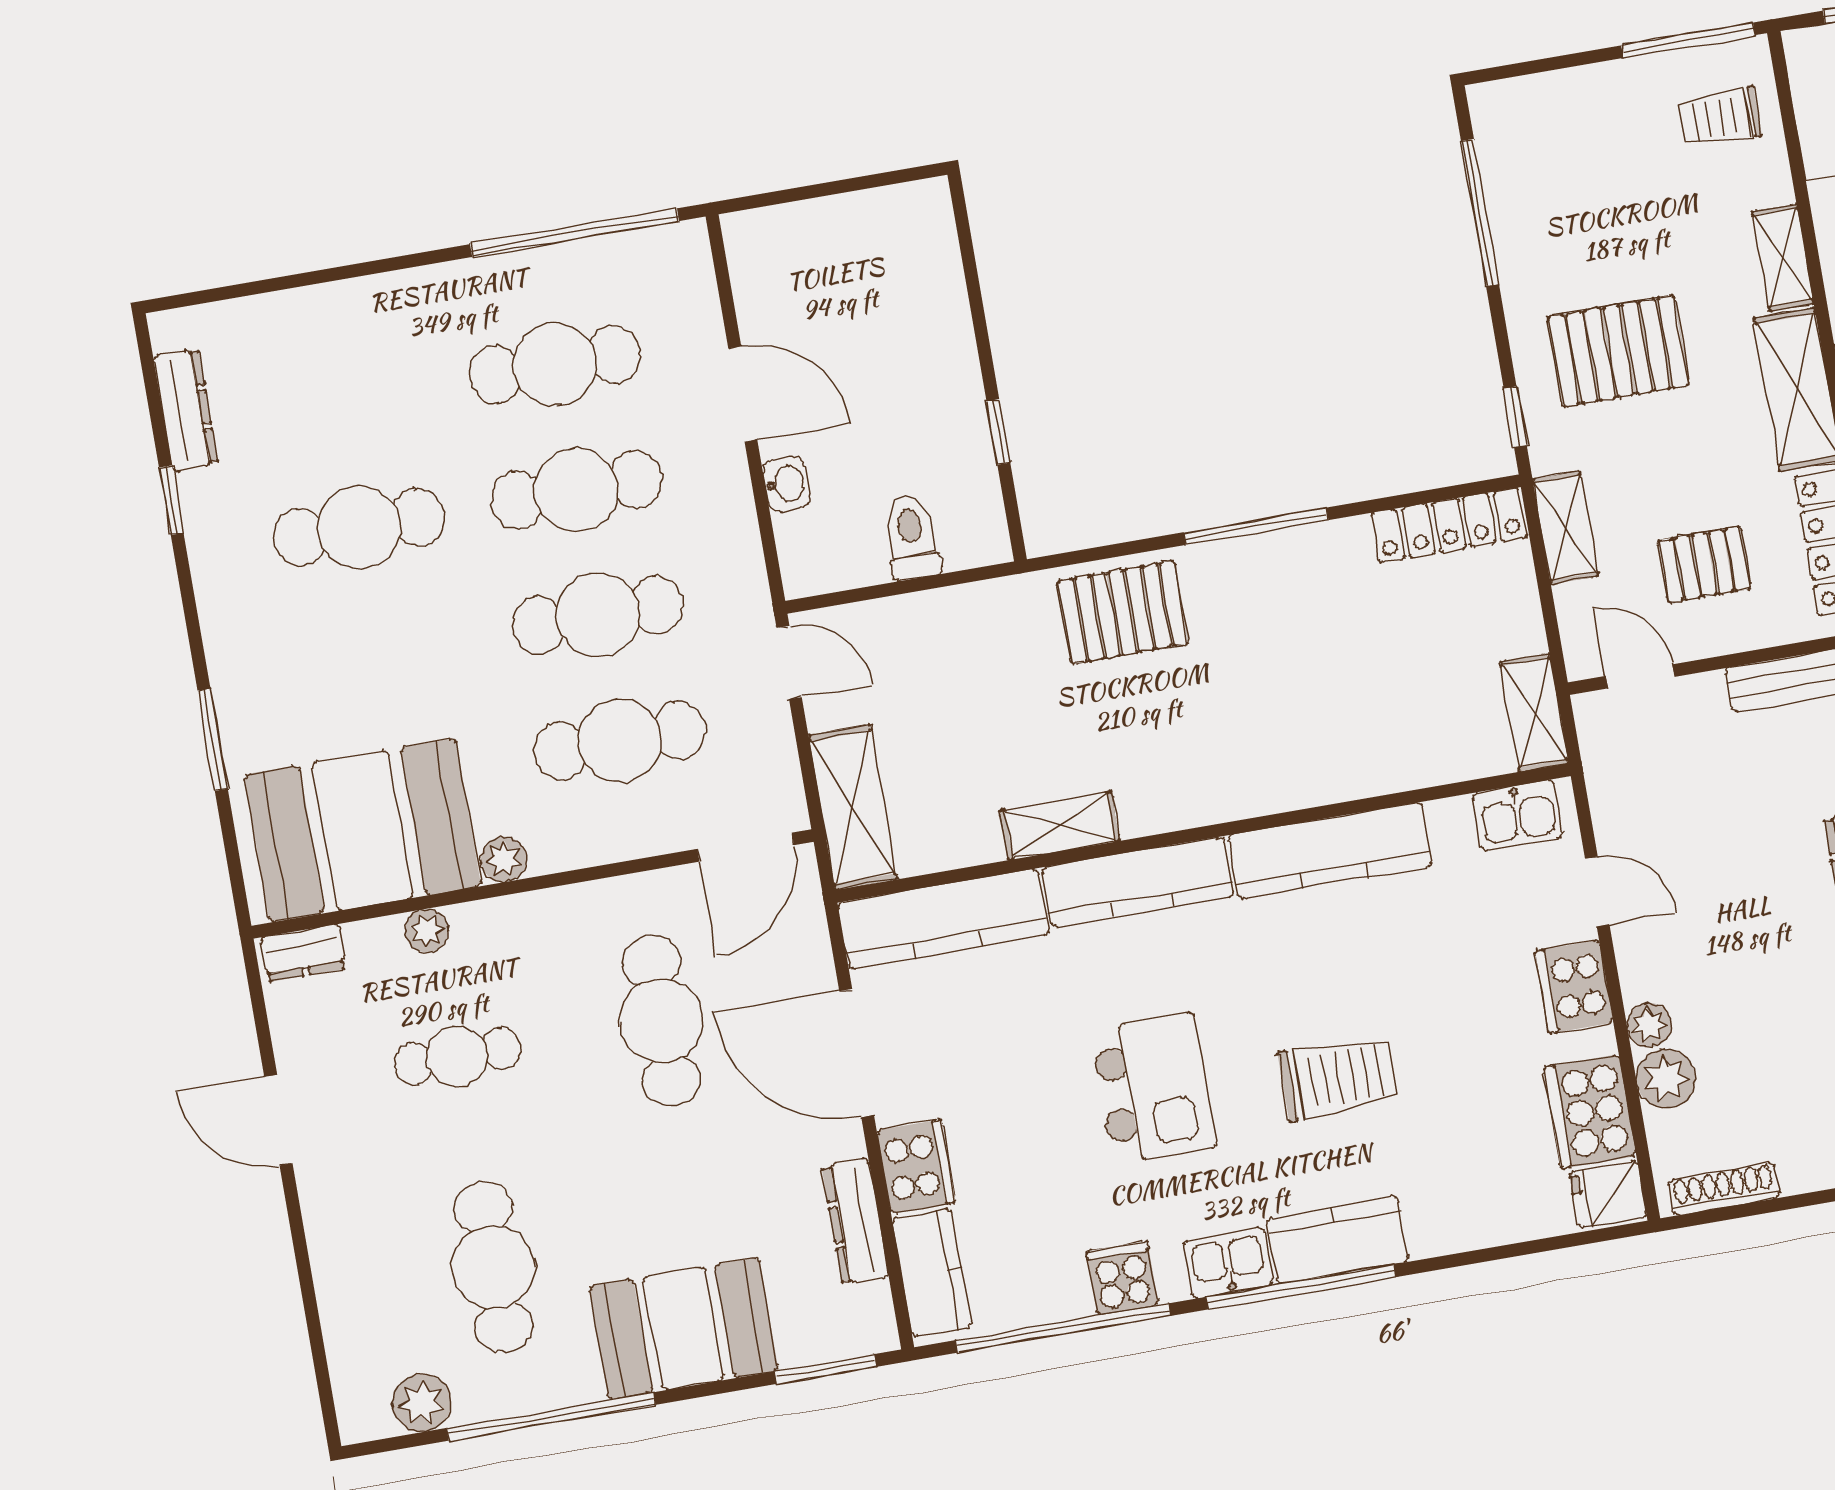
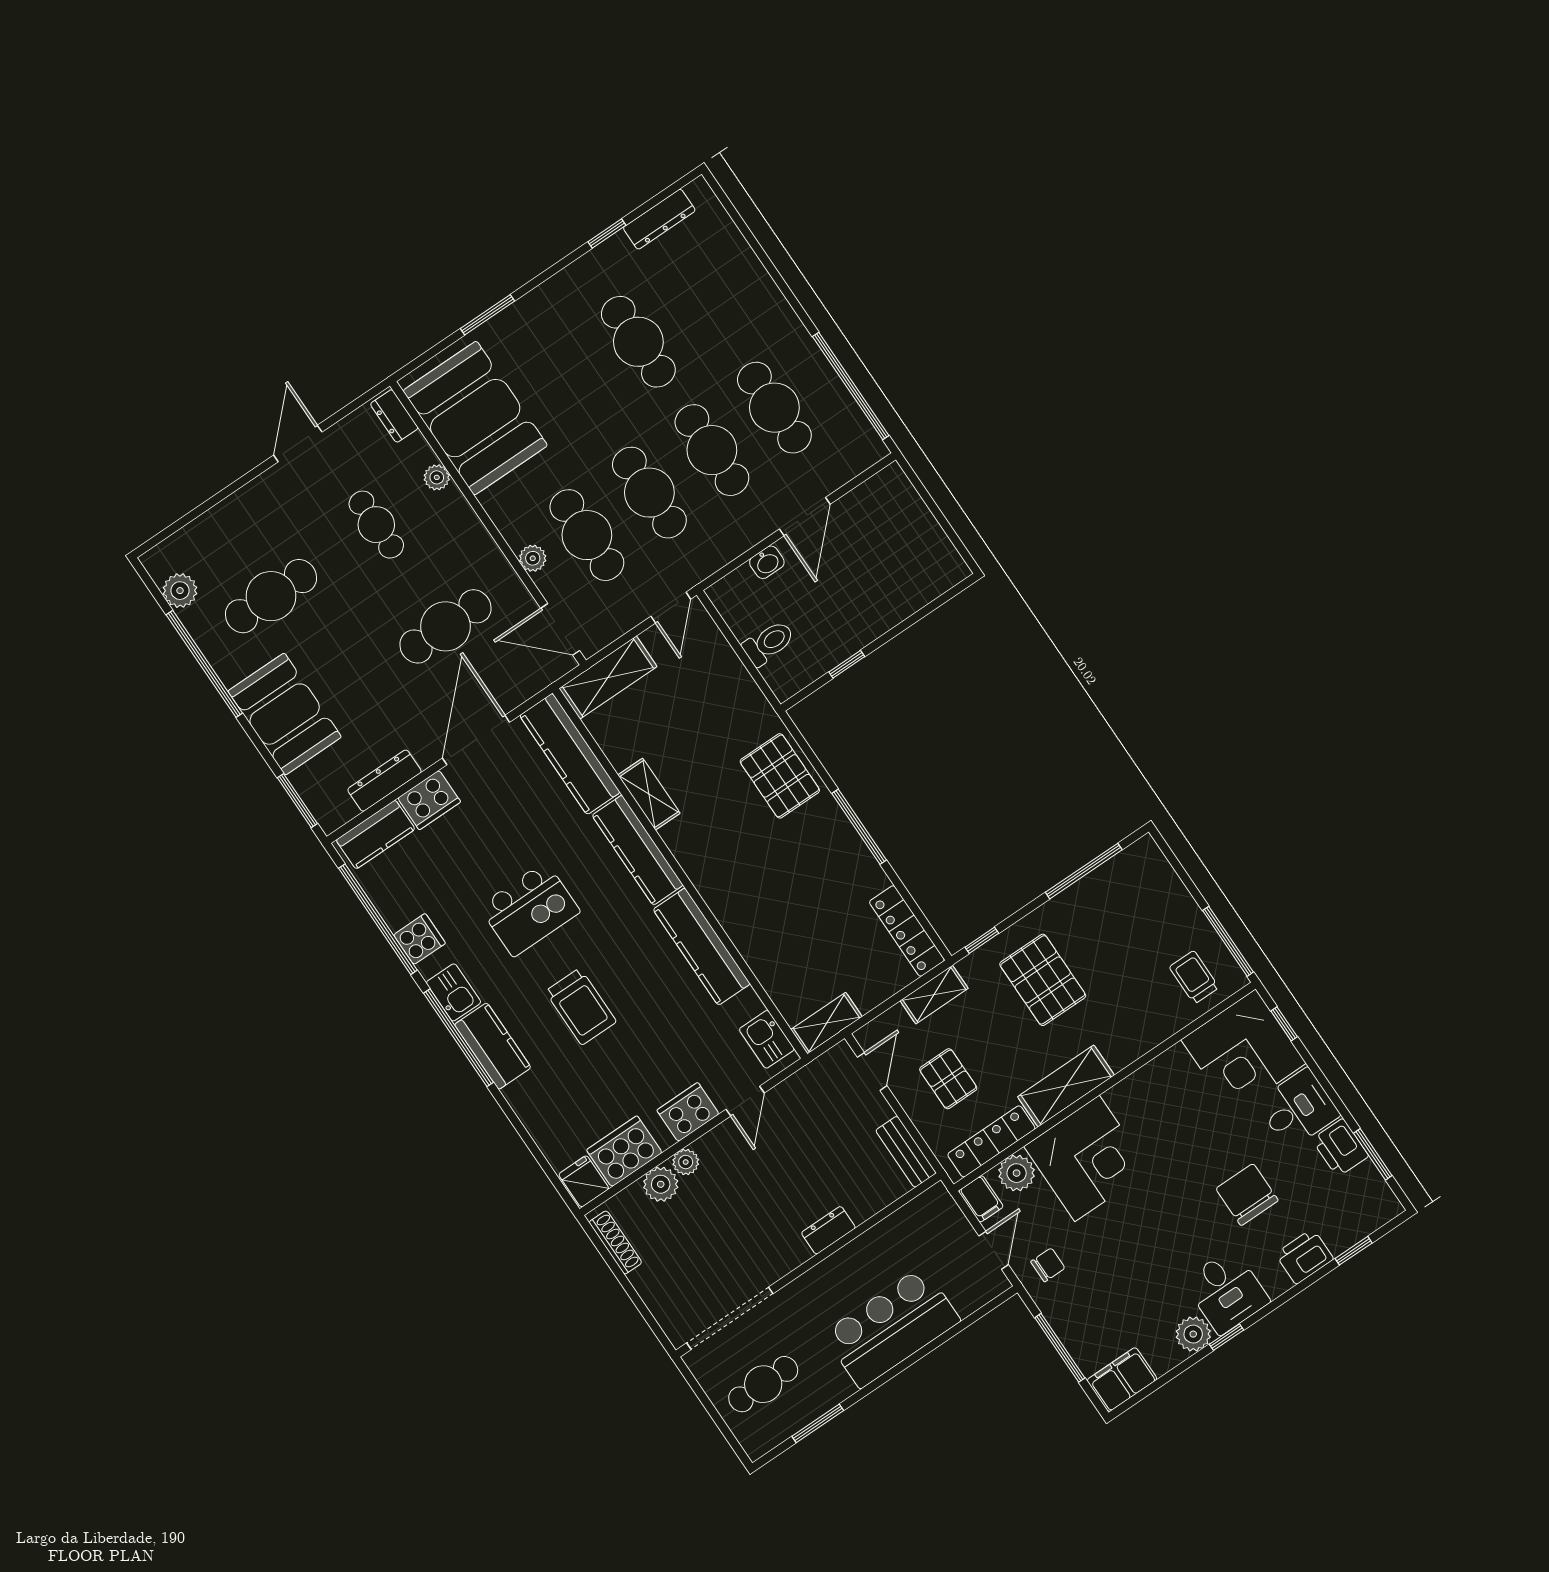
shelving: (1783, 257) -> (1134, 1046), removed
plant: (504, 859) -> (533, 558), moved

